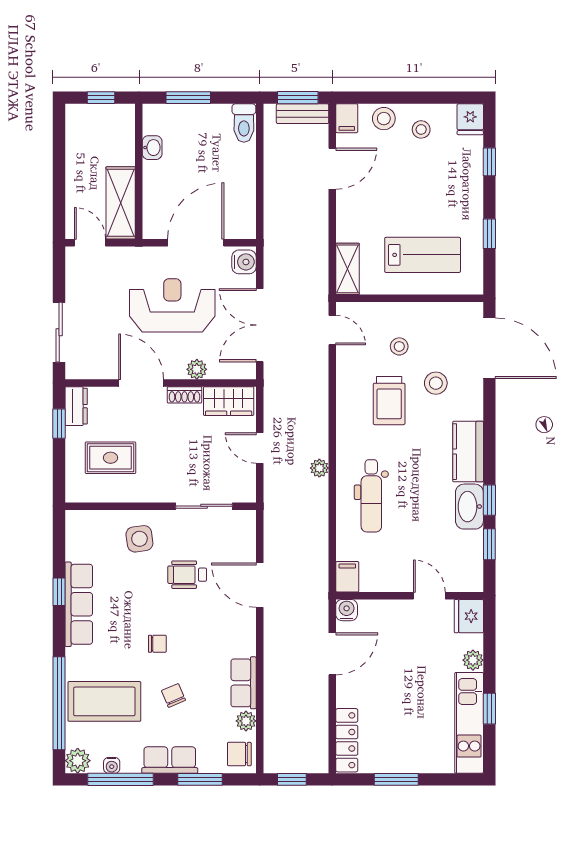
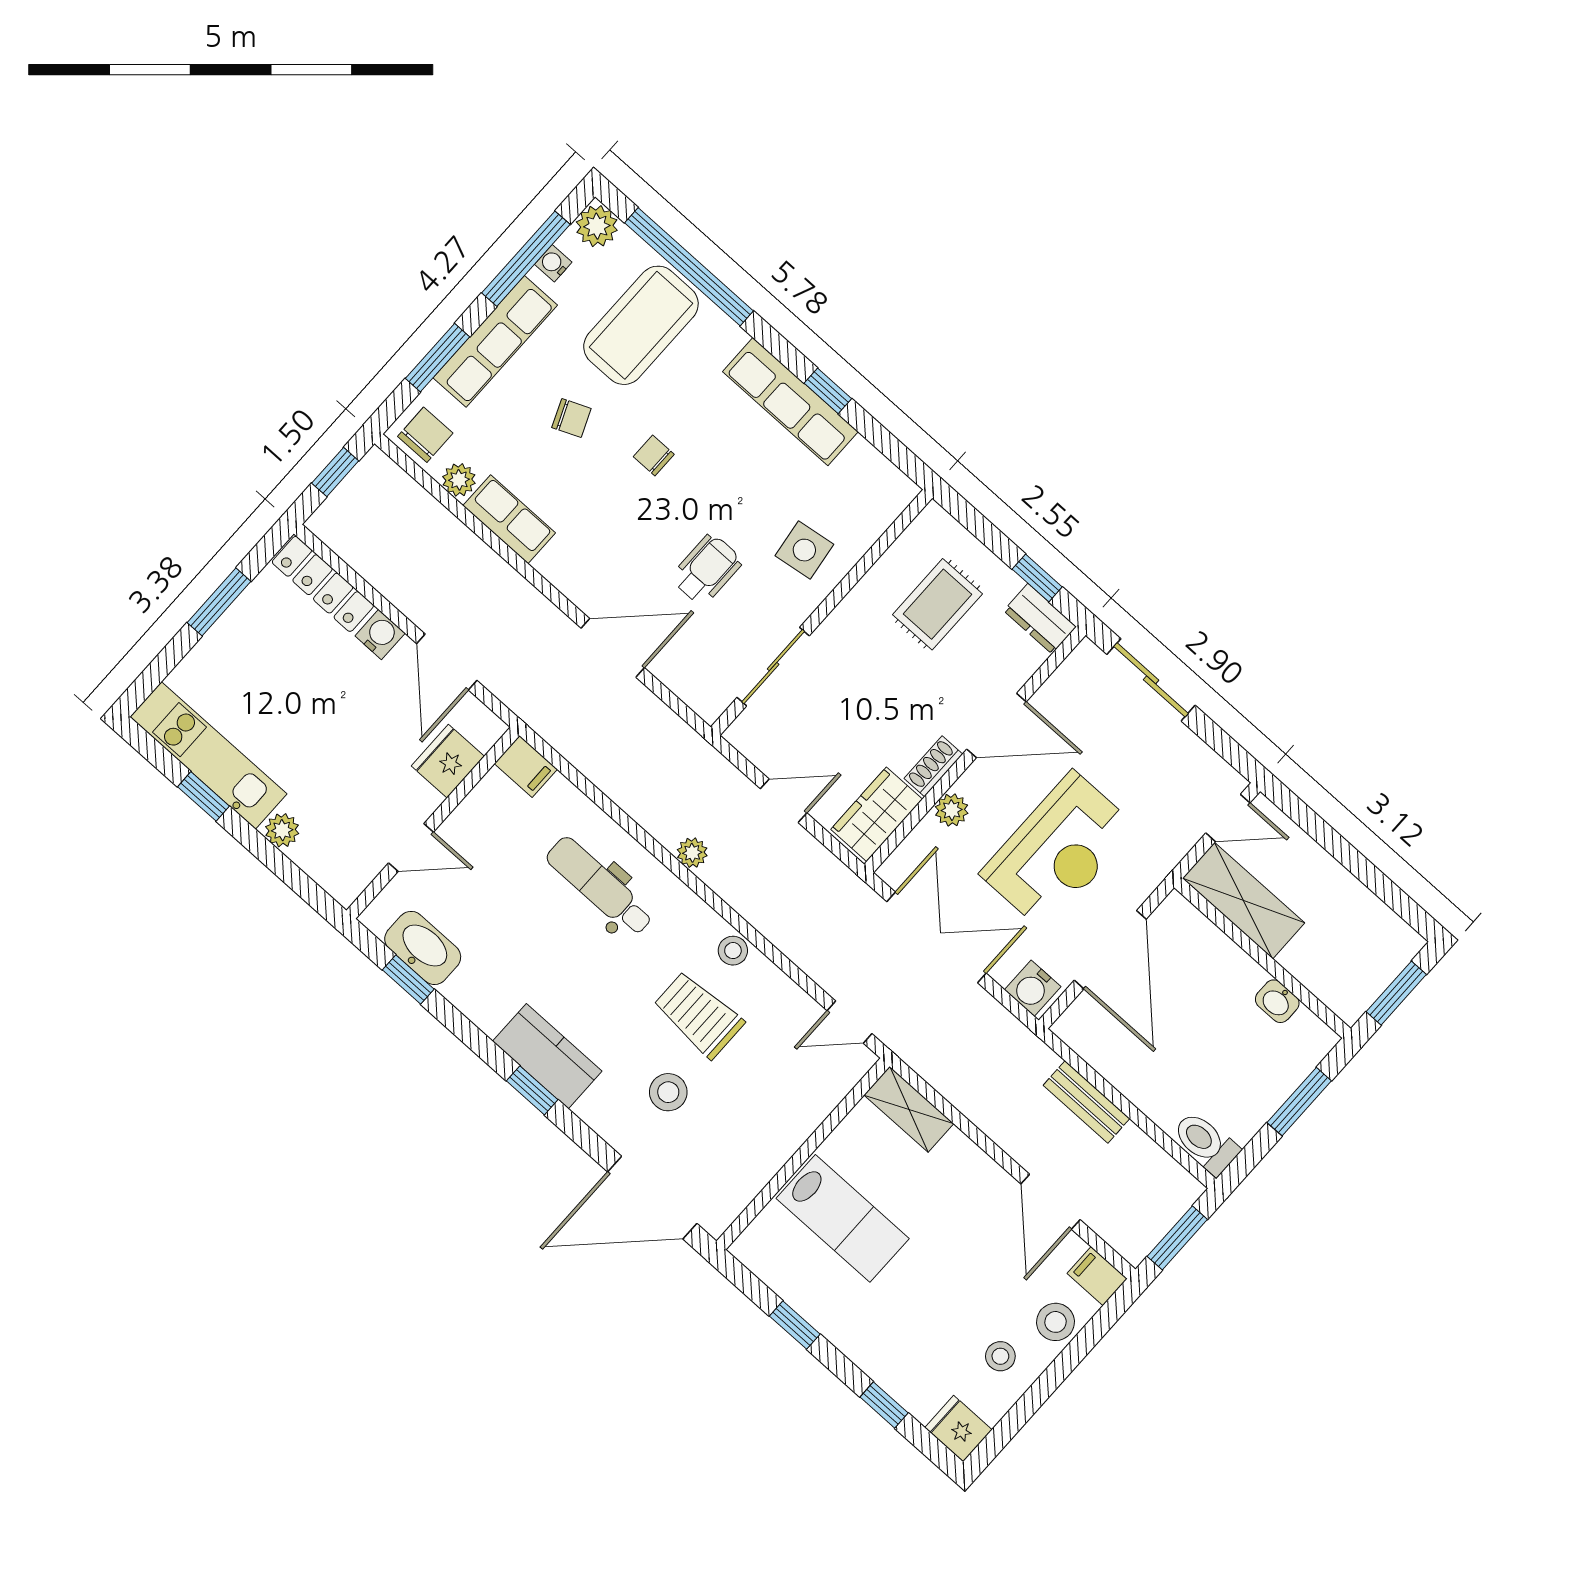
window: (101, 98) -> (1396, 993), width x1.50
bench: (303, 114) -> (1086, 1102), moved, turned 90
lab bench: (423, 255) -> (843, 1218), turned -90
stool: (399, 346) -> (733, 951), moved
window: (489, 500) -> (532, 1090), moved
washbasin: (469, 507) -> (423, 948), moved
water cooler: (347, 610) -> (380, 635), moved, turned -90
fridge: (469, 616) -> (448, 761), moved, turned -90
chair: (157, 644) -> (654, 455), turned 90
row of seats: (170, 760) -> (495, 341), width x1.48

